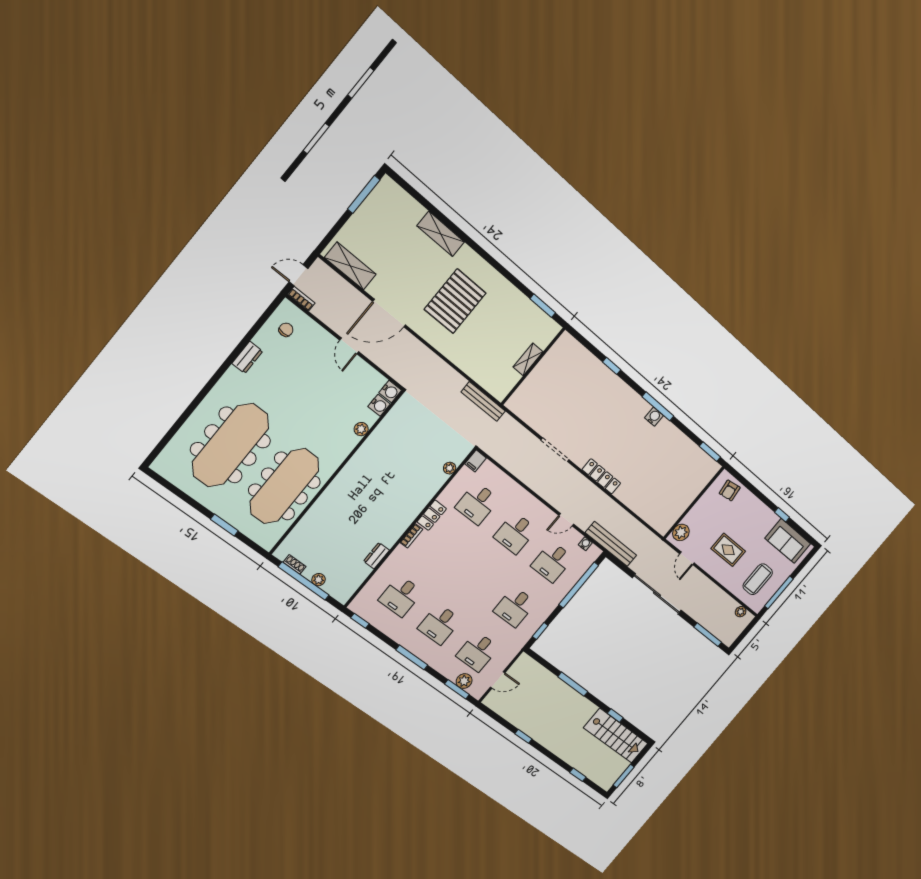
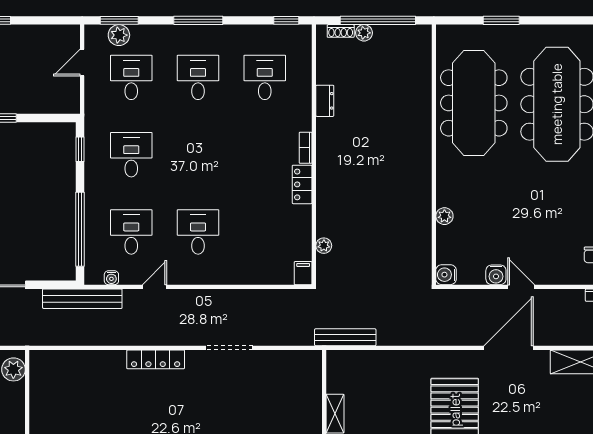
water cooler: (379, 405) -> (496, 275), moved, turned -90
desk: (477, 503) -> (265, 232), removed
shoe rack: (295, 564) -> (341, 31), moved

